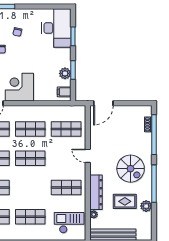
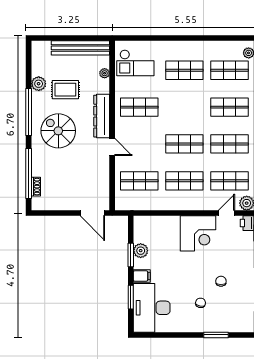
filing cabinet: (64, 92) -> (142, 276), moved
door: (103, 103) -> (92, 213), swing flipped
dresser: (96, 192) -> (102, 116), moved

